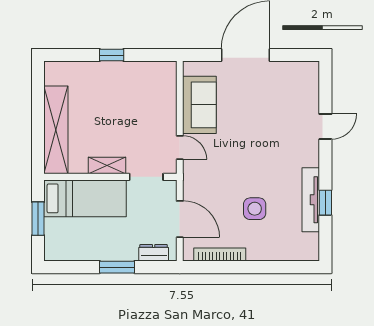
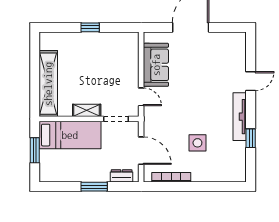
tv unit: (311, 200) -> (240, 117), moved

